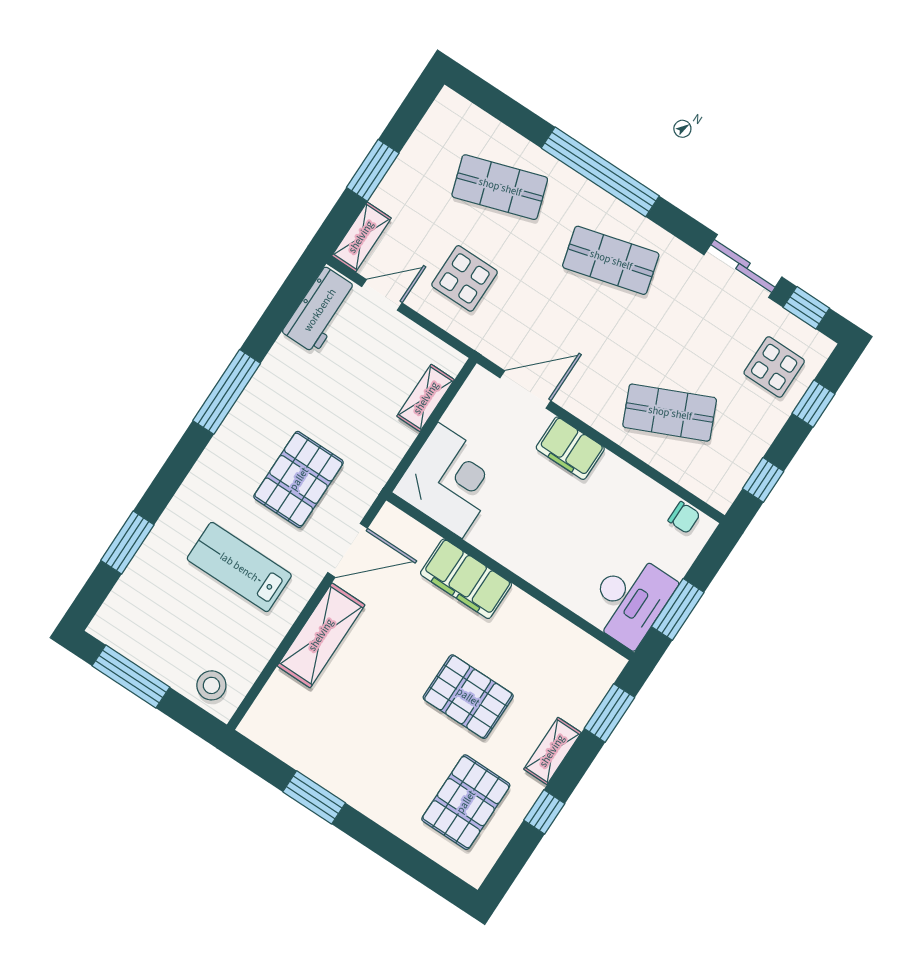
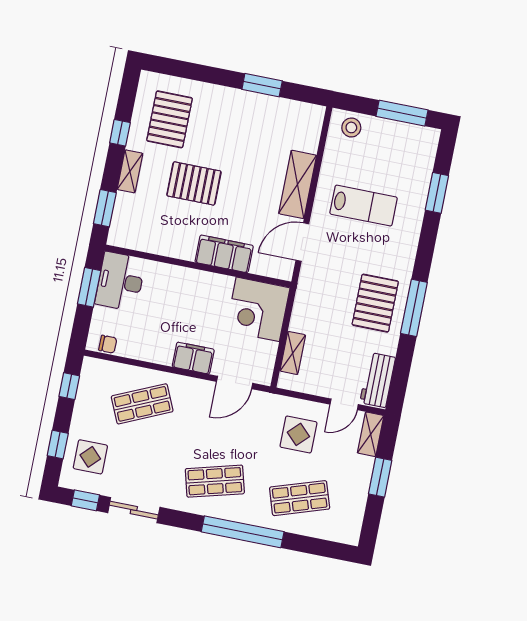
pallet: (299, 479) -> (375, 303), moved
chair: (684, 517) -> (108, 344), turned 180

